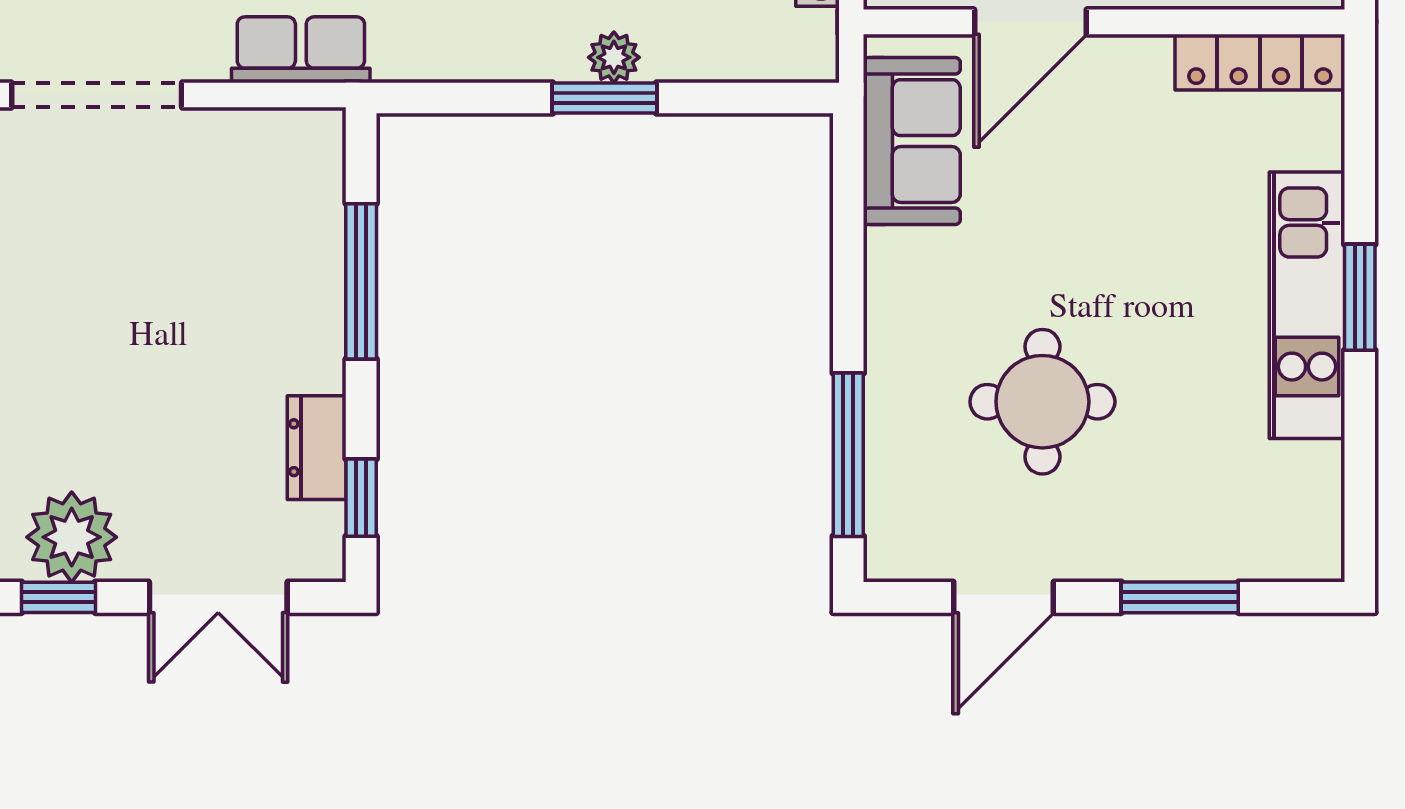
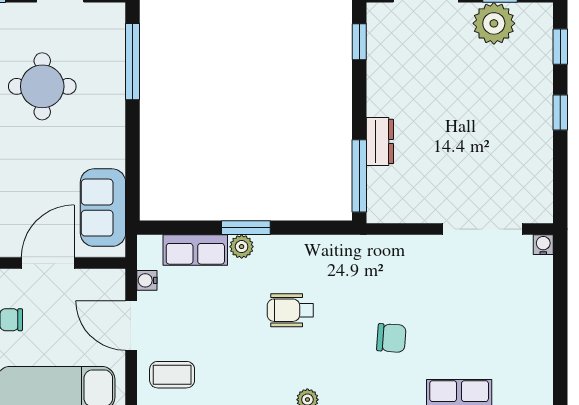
row of seats: (301, 50) -> (195, 250), moved
window: (361, 281) -> (359, 176), moved
dresser: (317, 448) -> (380, 141), moved

